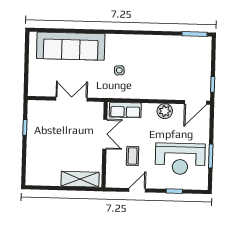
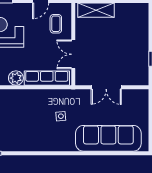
row of seats: (125, 110) -> (47, 78), width x1.48
coffee table: (133, 156) -> (56, 24), moved

